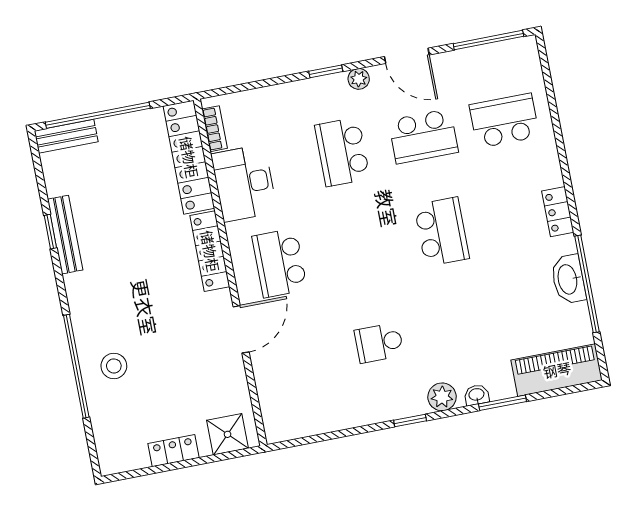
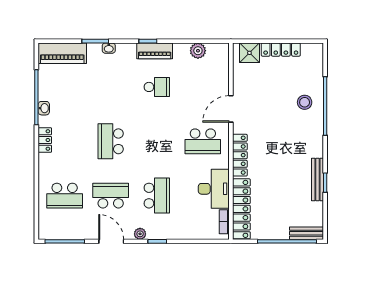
school desk: (280, 263) -> (203, 141), turned 90
washbasin: (568, 279) -> (44, 108), width x0.52, depth x0.69
plant: (442, 397) -> (198, 51), moved
piano: (395, 406) -> (155, 51), added
locker: (173, 451) -> (281, 50), width x1.53

